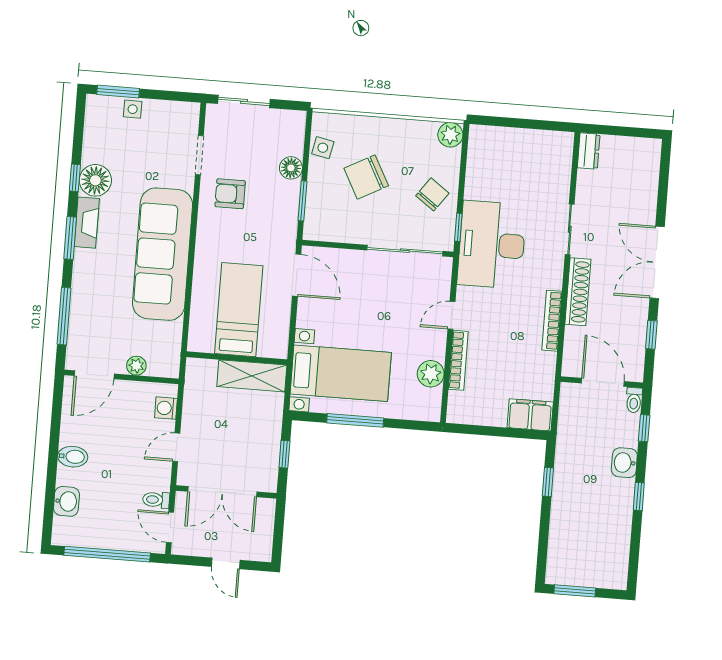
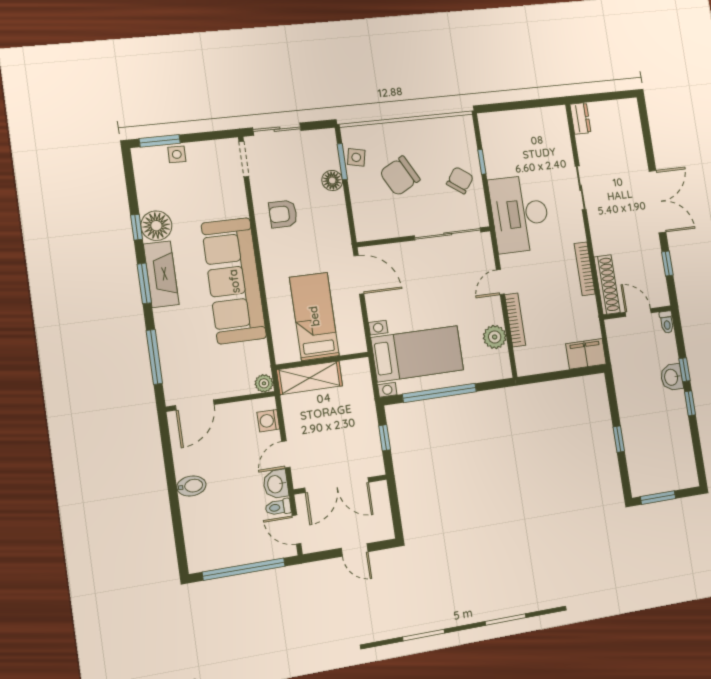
plant: (450, 135) -> (463, 126), removed
doorway: (199, 155) -> (244, 159), moved
window: (303, 201) -> (342, 162), moved
fireplace: (87, 223) -> (161, 274), width x1.37, depth x1.32
window: (458, 227) -> (482, 162), moved
double door: (657, 262) -> (657, 202), swing flipped
shoe rack: (578, 292) -> (607, 285), moved
plant: (136, 366) -> (264, 383), moved
shelving: (252, 376) -> (310, 378), moved
door: (603, 382) -> (638, 313), width x0.73
window: (355, 420) -> (440, 393), width x1.46
window: (644, 428) -> (685, 370), moved
window: (548, 482) -> (619, 439), moved
washbasin: (66, 501) -> (276, 484), moved, turned 180

